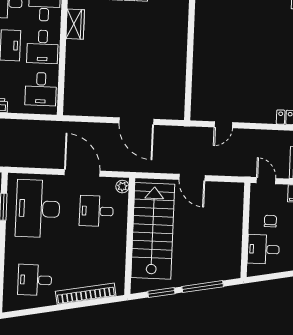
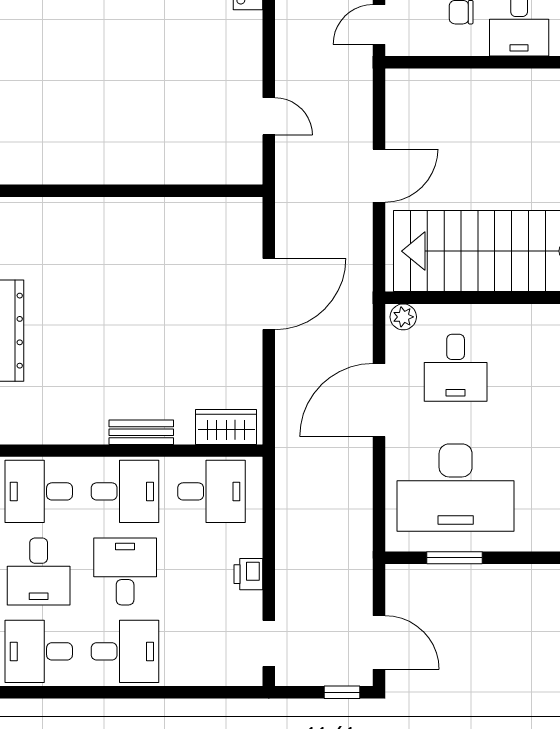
wardrobe: (75, 24) -> (226, 427), moved
bench: (71, 56) -> (141, 432), added

